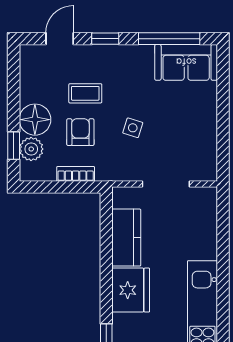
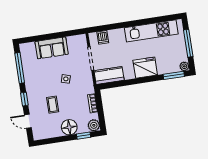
sofa: (186, 62) -> (52, 48), moved, turned 90
armchair: (80, 132) -> (72, 104), removed
plant: (31, 149) -> (94, 125), moved
dishwasher: (204, 214) -> (103, 37), added
kitchen counter: (126, 238) -> (109, 75), moved

